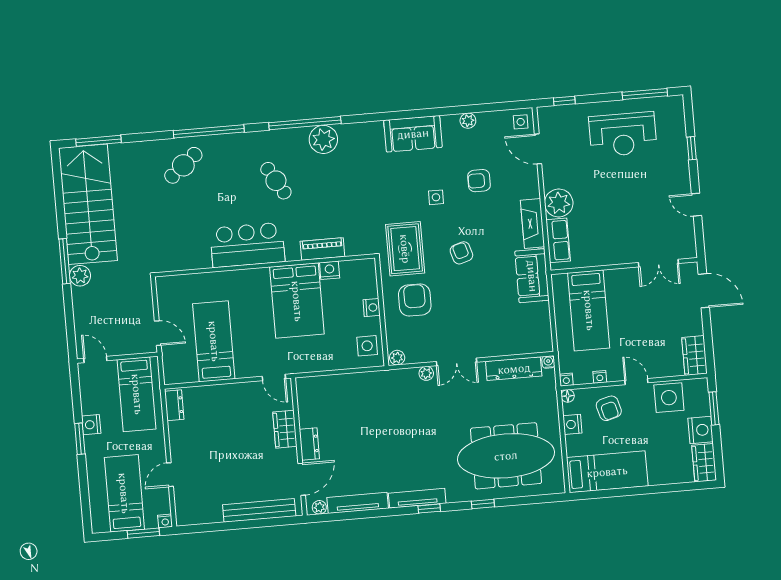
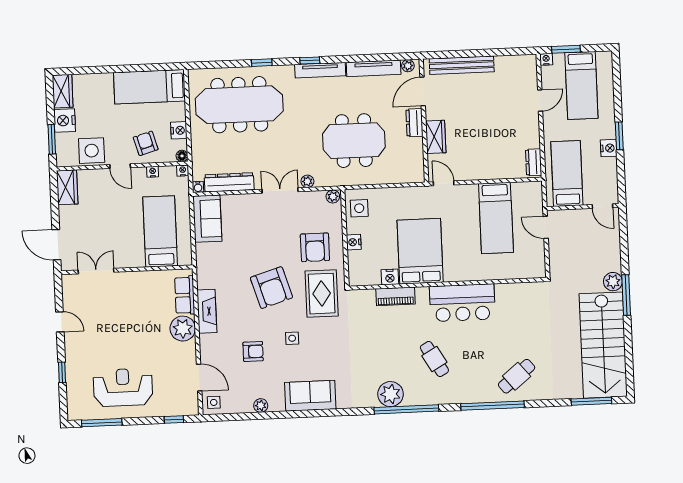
armchair: (461, 253) -> (271, 288), width x1.88, depth x1.88
sofa: (532, 276) -> (207, 219), moved
meeting table: (376, 421) -> (354, 141), added

